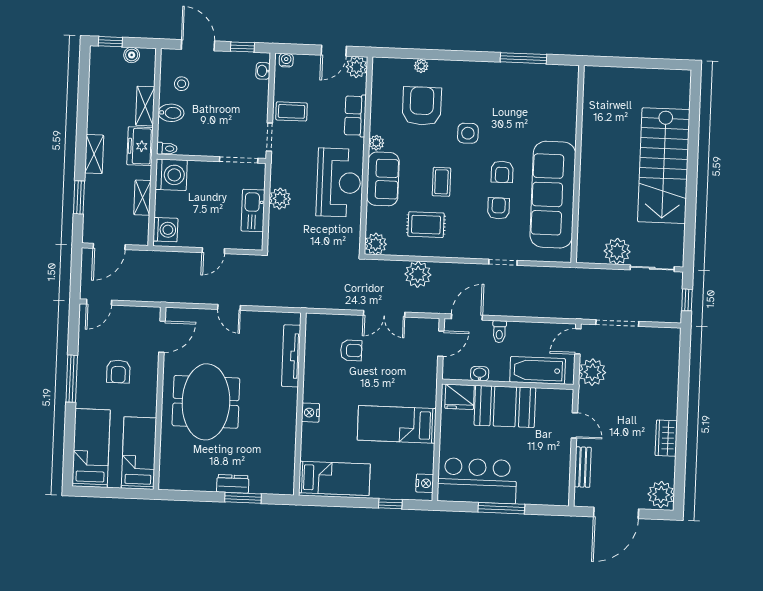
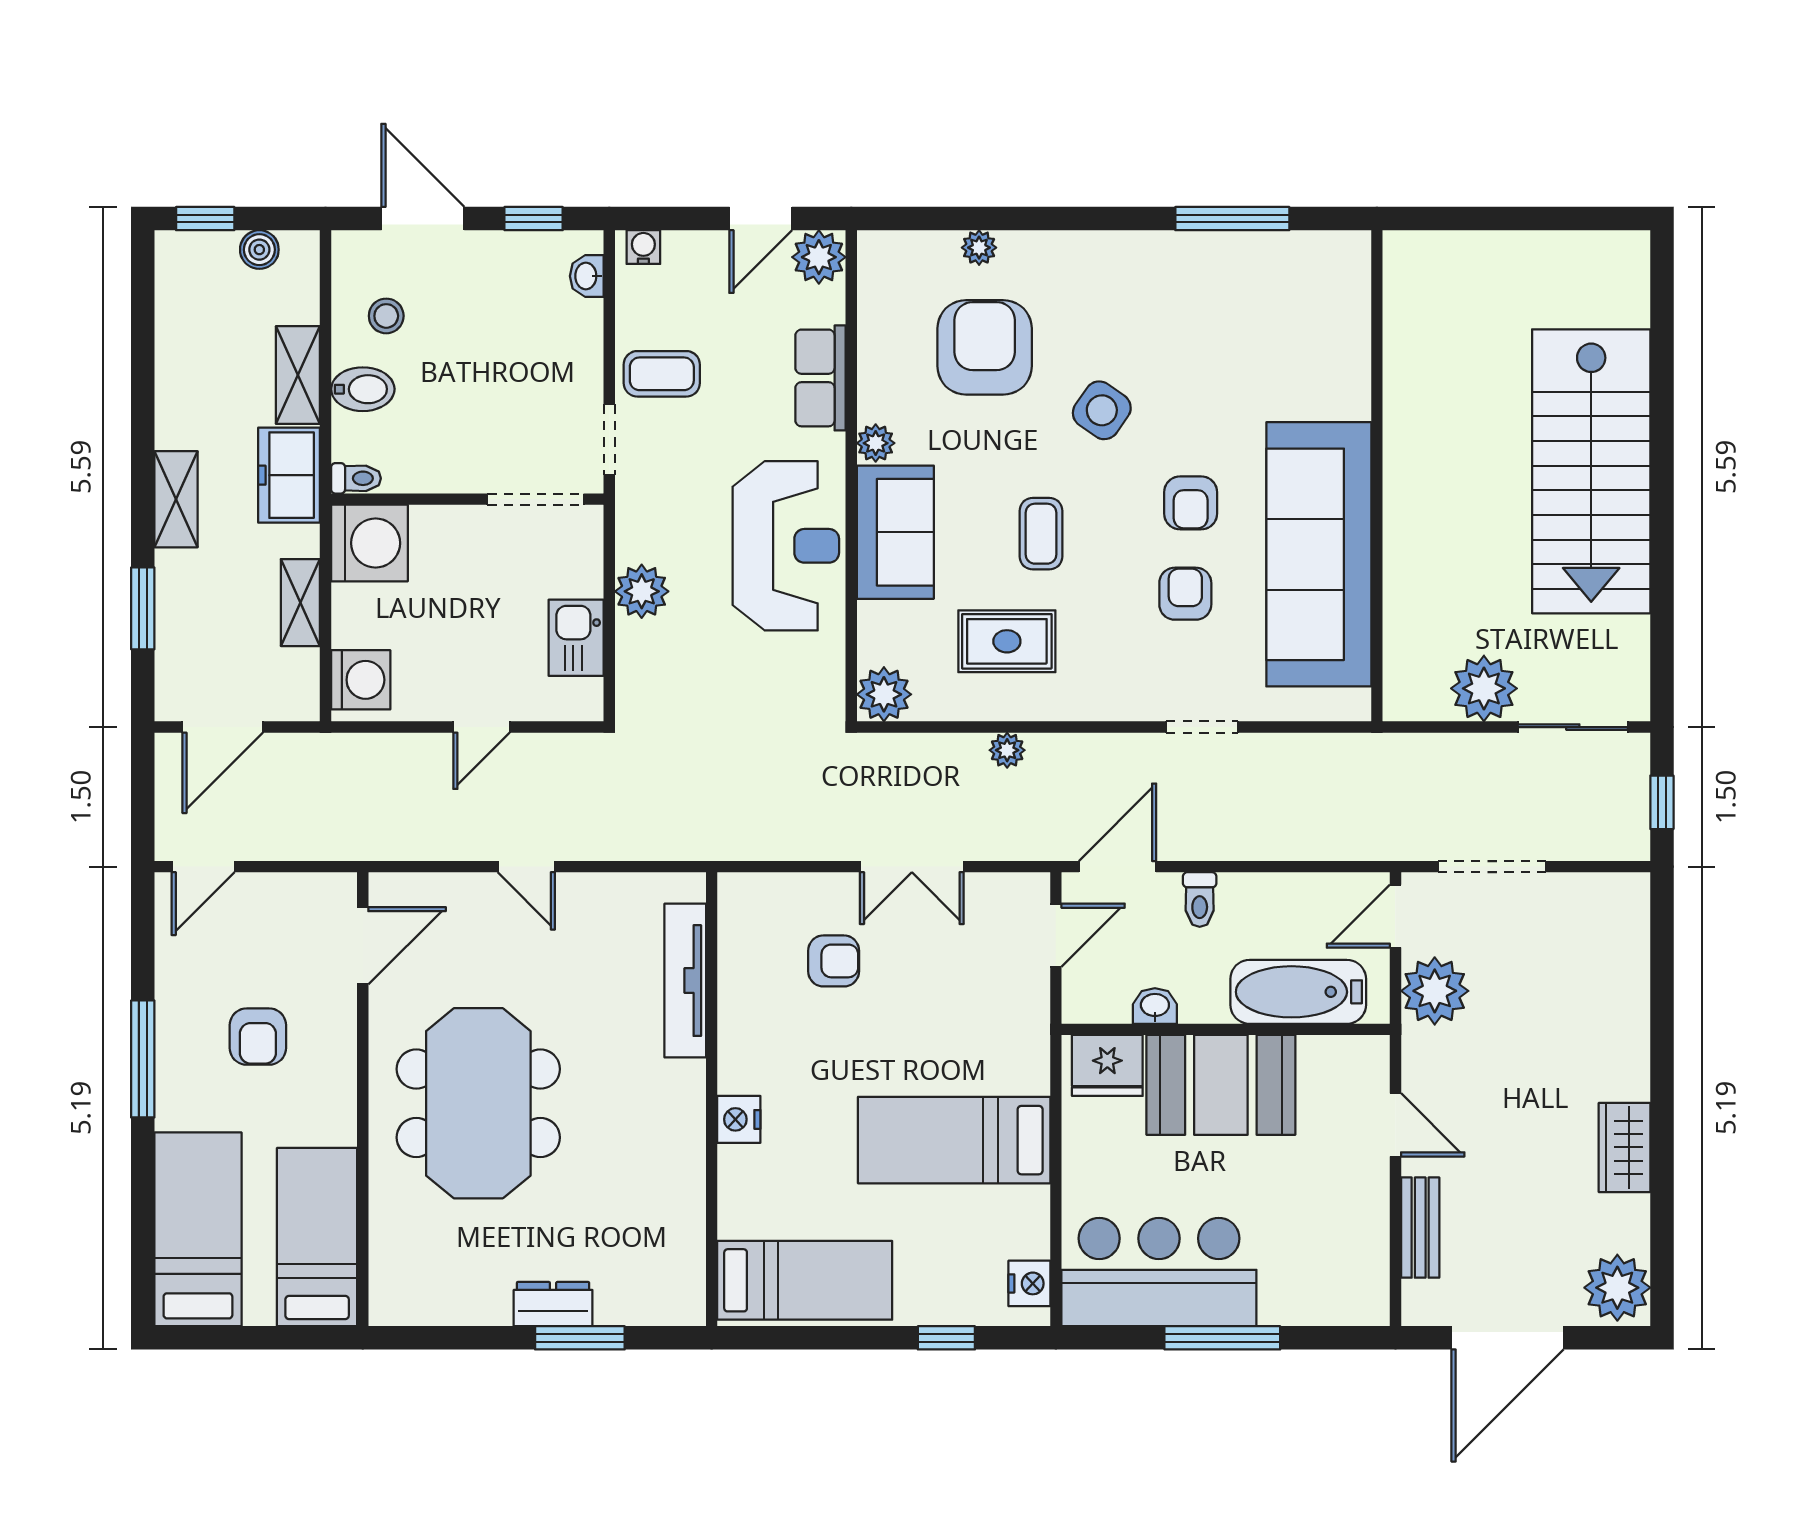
side table: (468, 133) -> (1102, 410), turned 35
kitchen sink: (253, 210) -> (576, 638), width x0.73
plant: (418, 274) -> (1007, 750), width x0.53, depth x0.53

